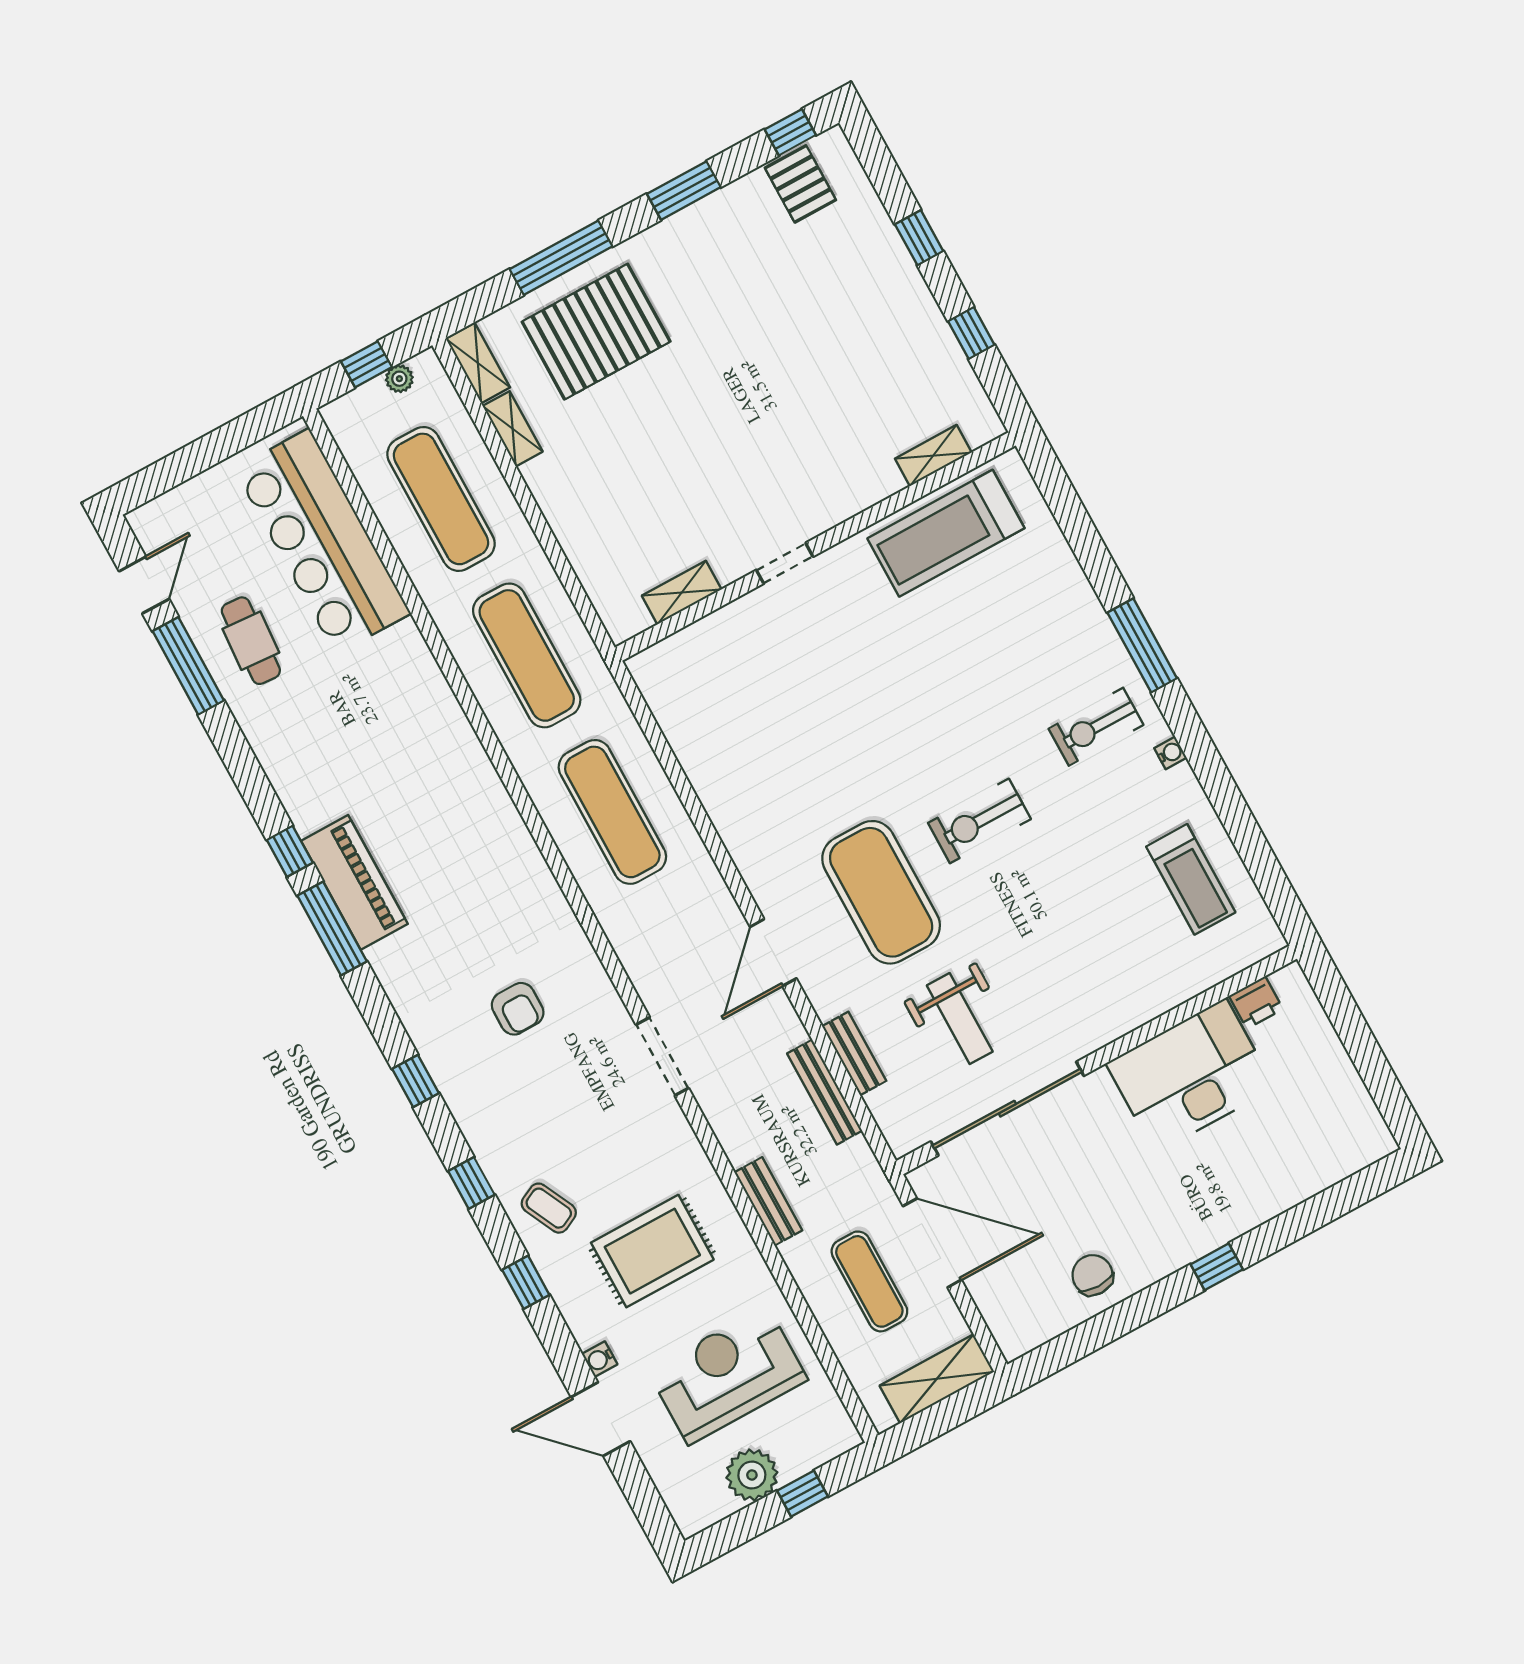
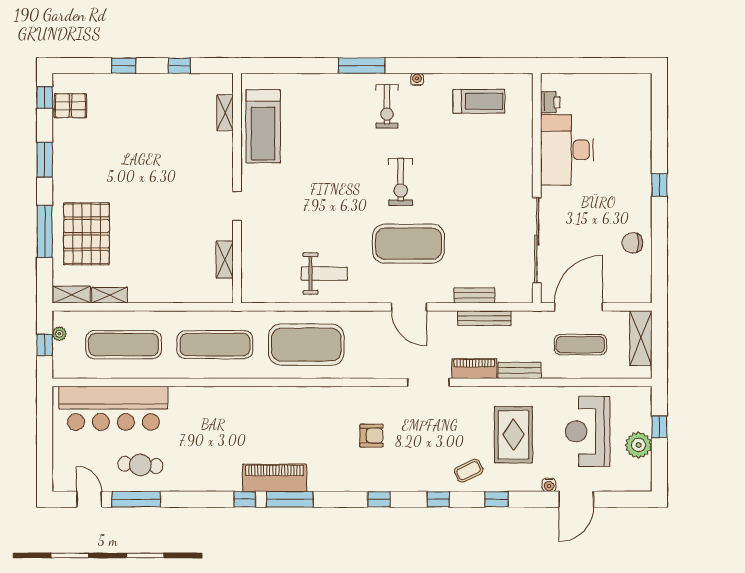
exercise mat: (612, 812) -> (306, 345), width x1.47
weight bench: (960, 1019) -> (324, 274), moved
piano: (729, 1122) -> (474, 369), added

